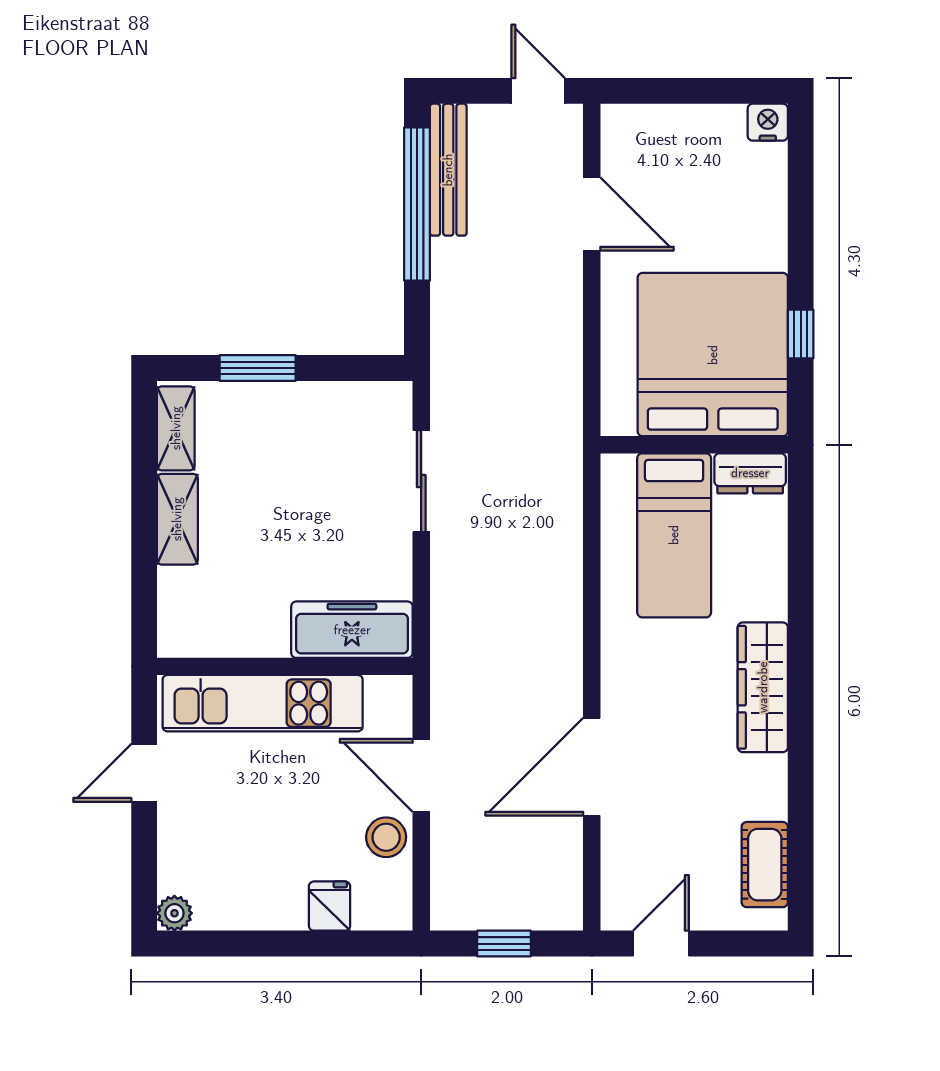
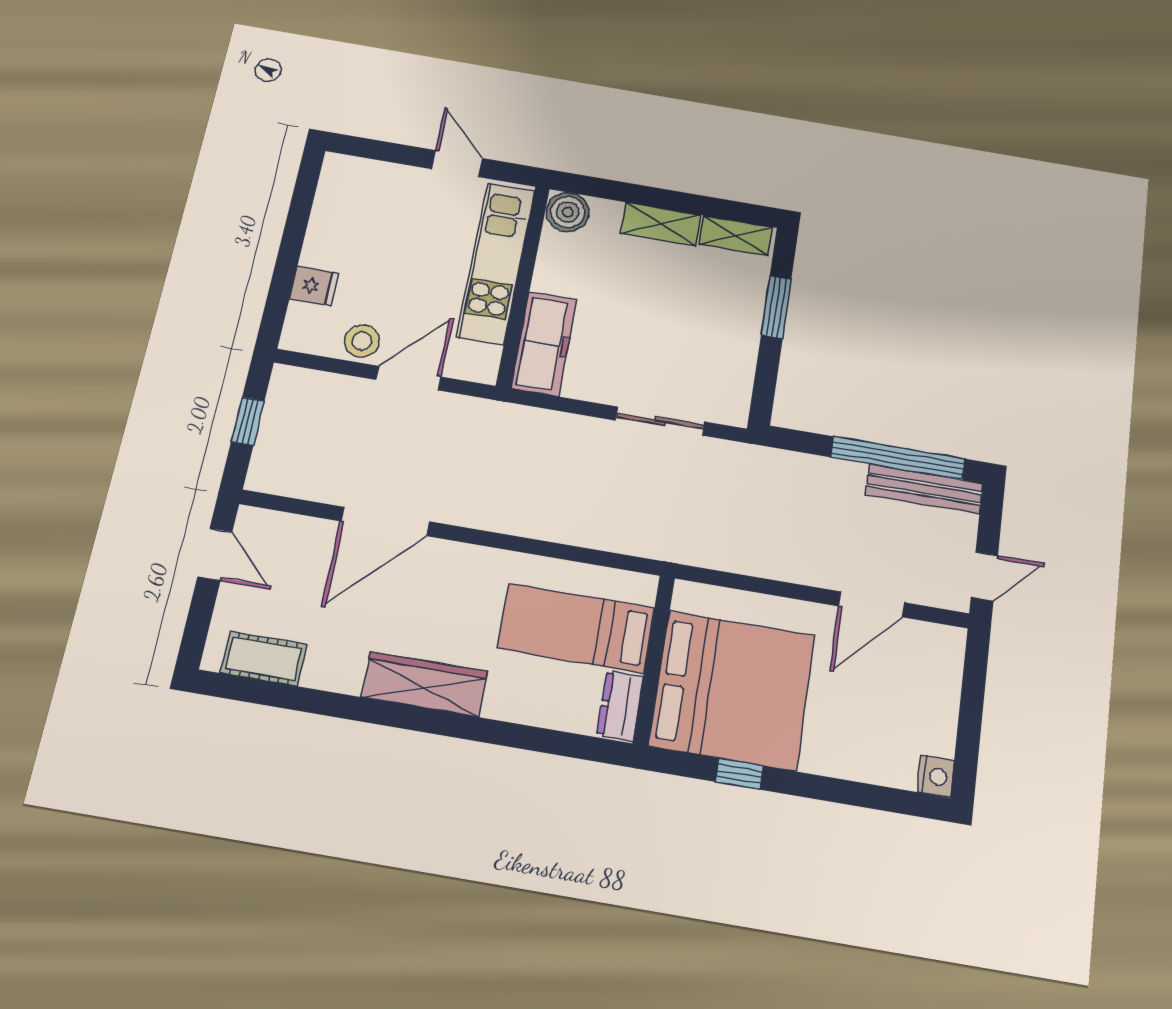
boiler: (182, 631) -> (568, 212), added
door: (592, 767) -> (385, 521), swing flipped
plant: (174, 913) -> (337, 167), removed

